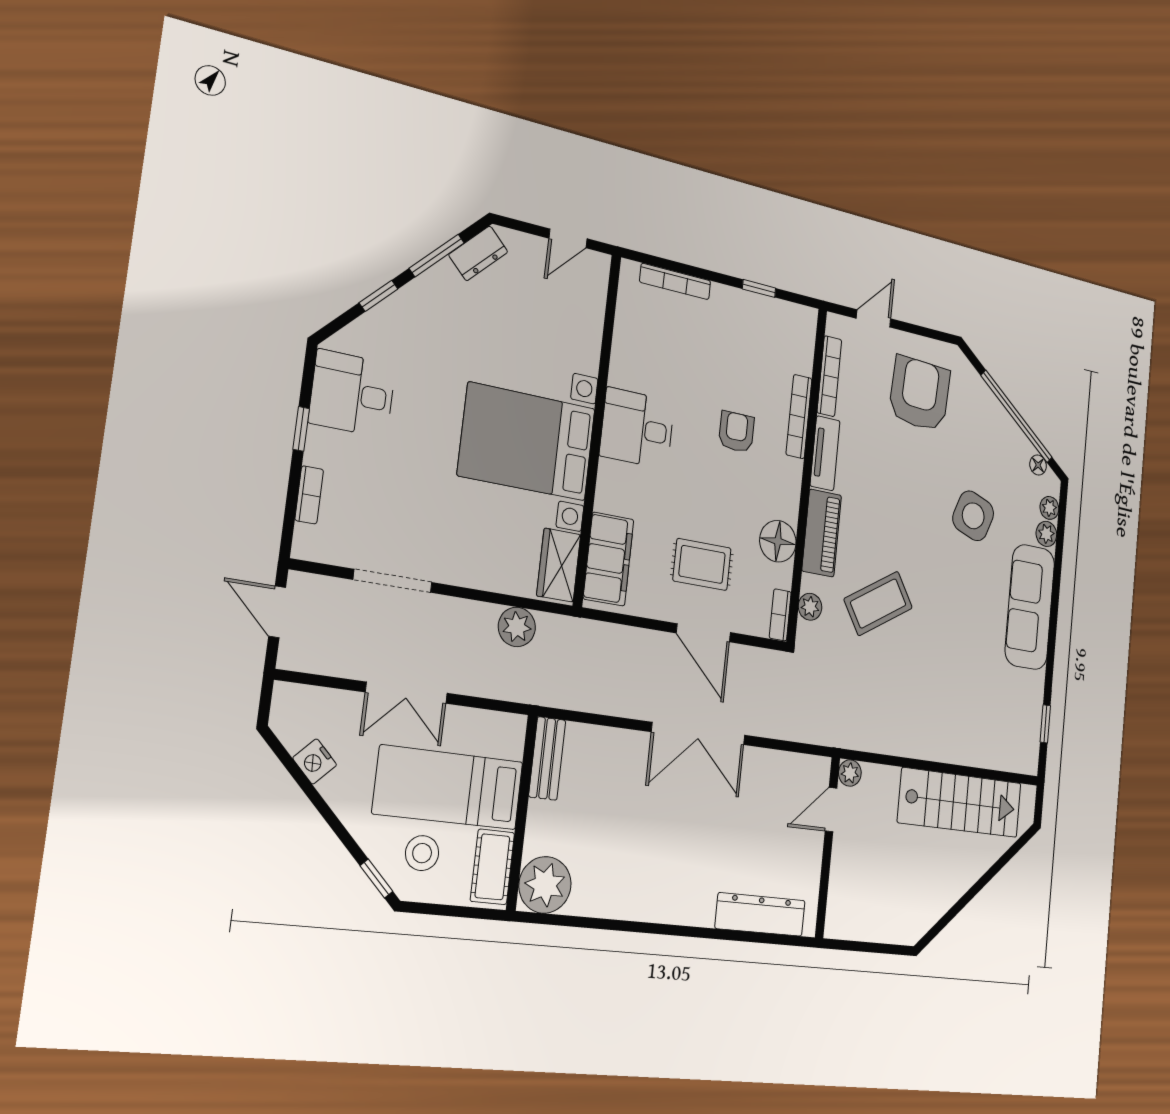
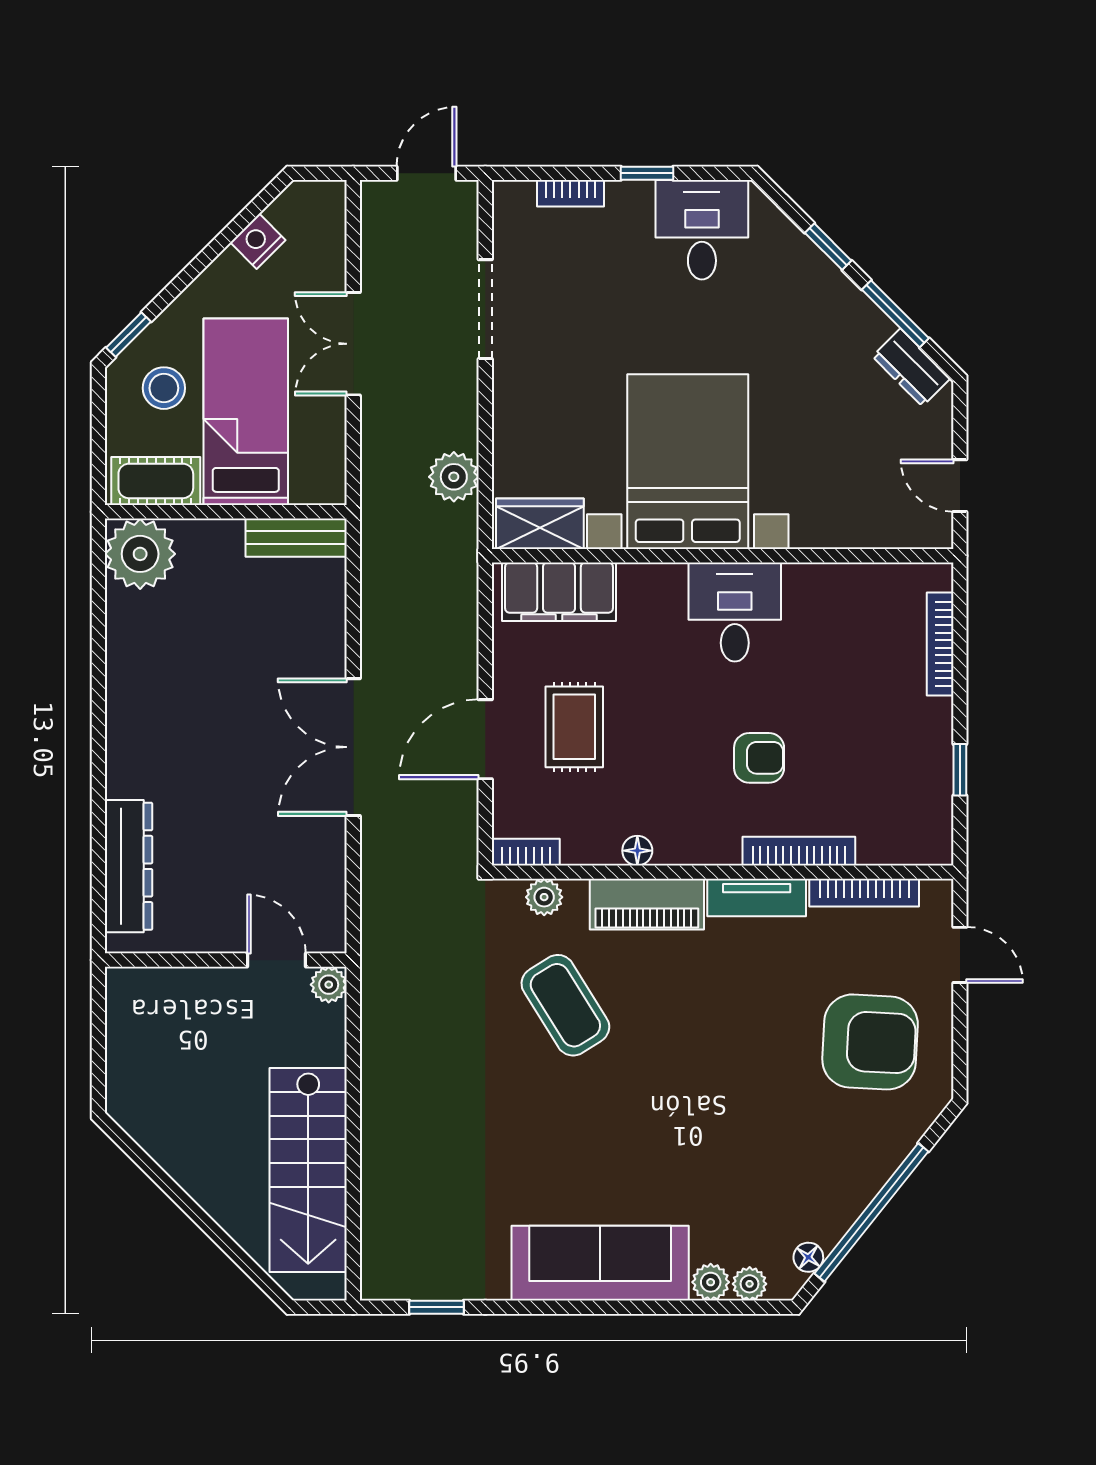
side table: (973, 516) -> (714, 1151), removed
floor lamp: (778, 541) -> (637, 851), width x0.53, depth x0.53

